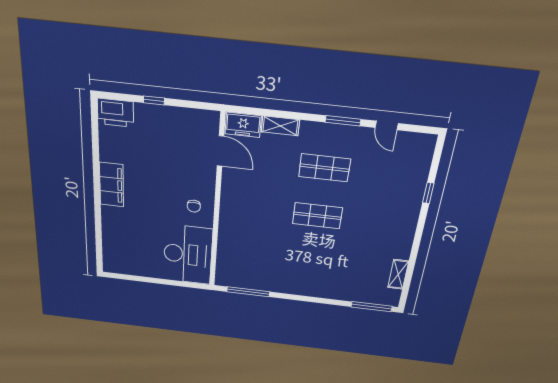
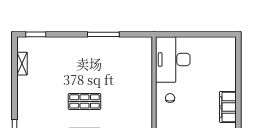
window: (248, 292) -> (103, 34), moved
window: (372, 307) -> (36, 34), width x0.69

